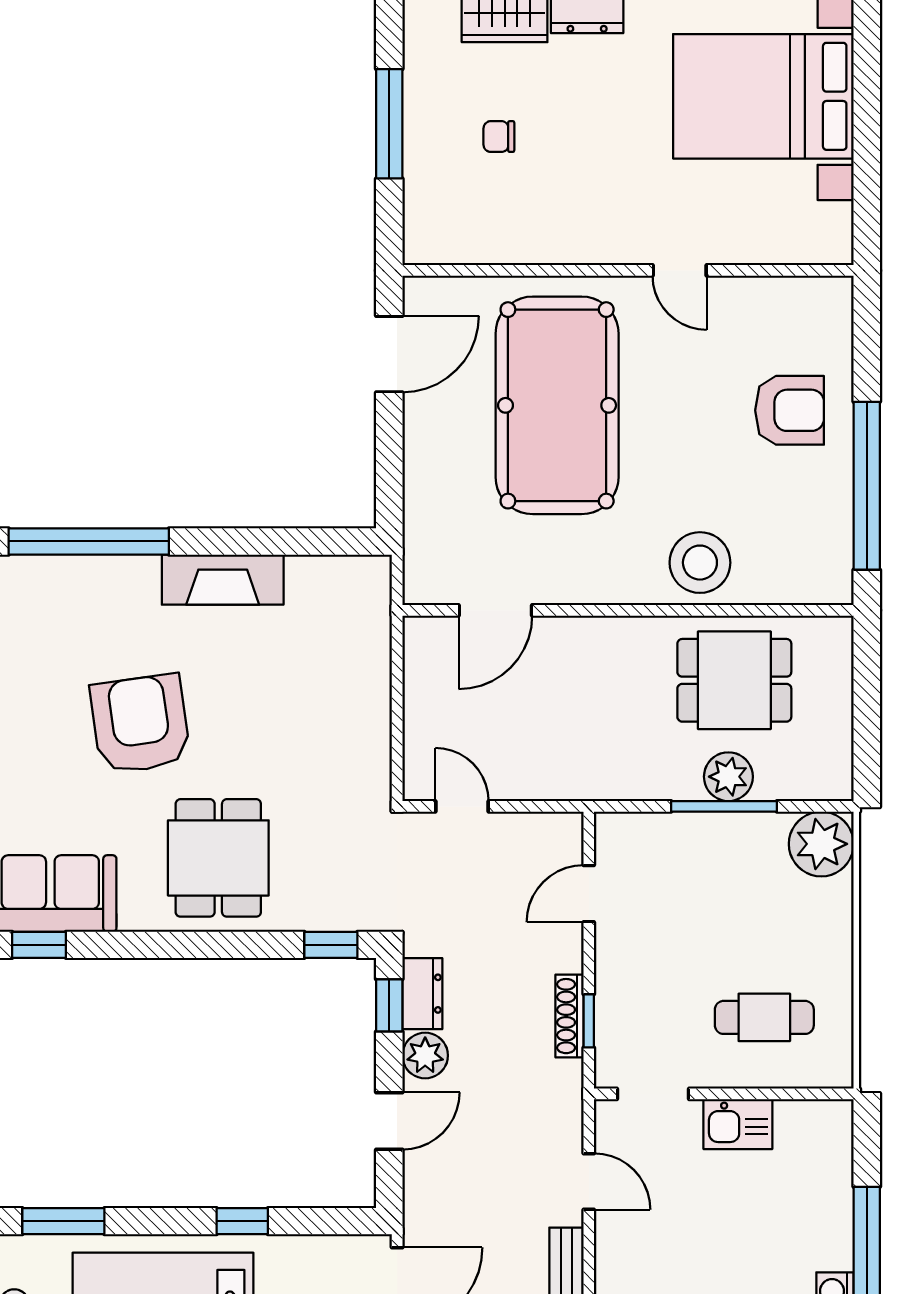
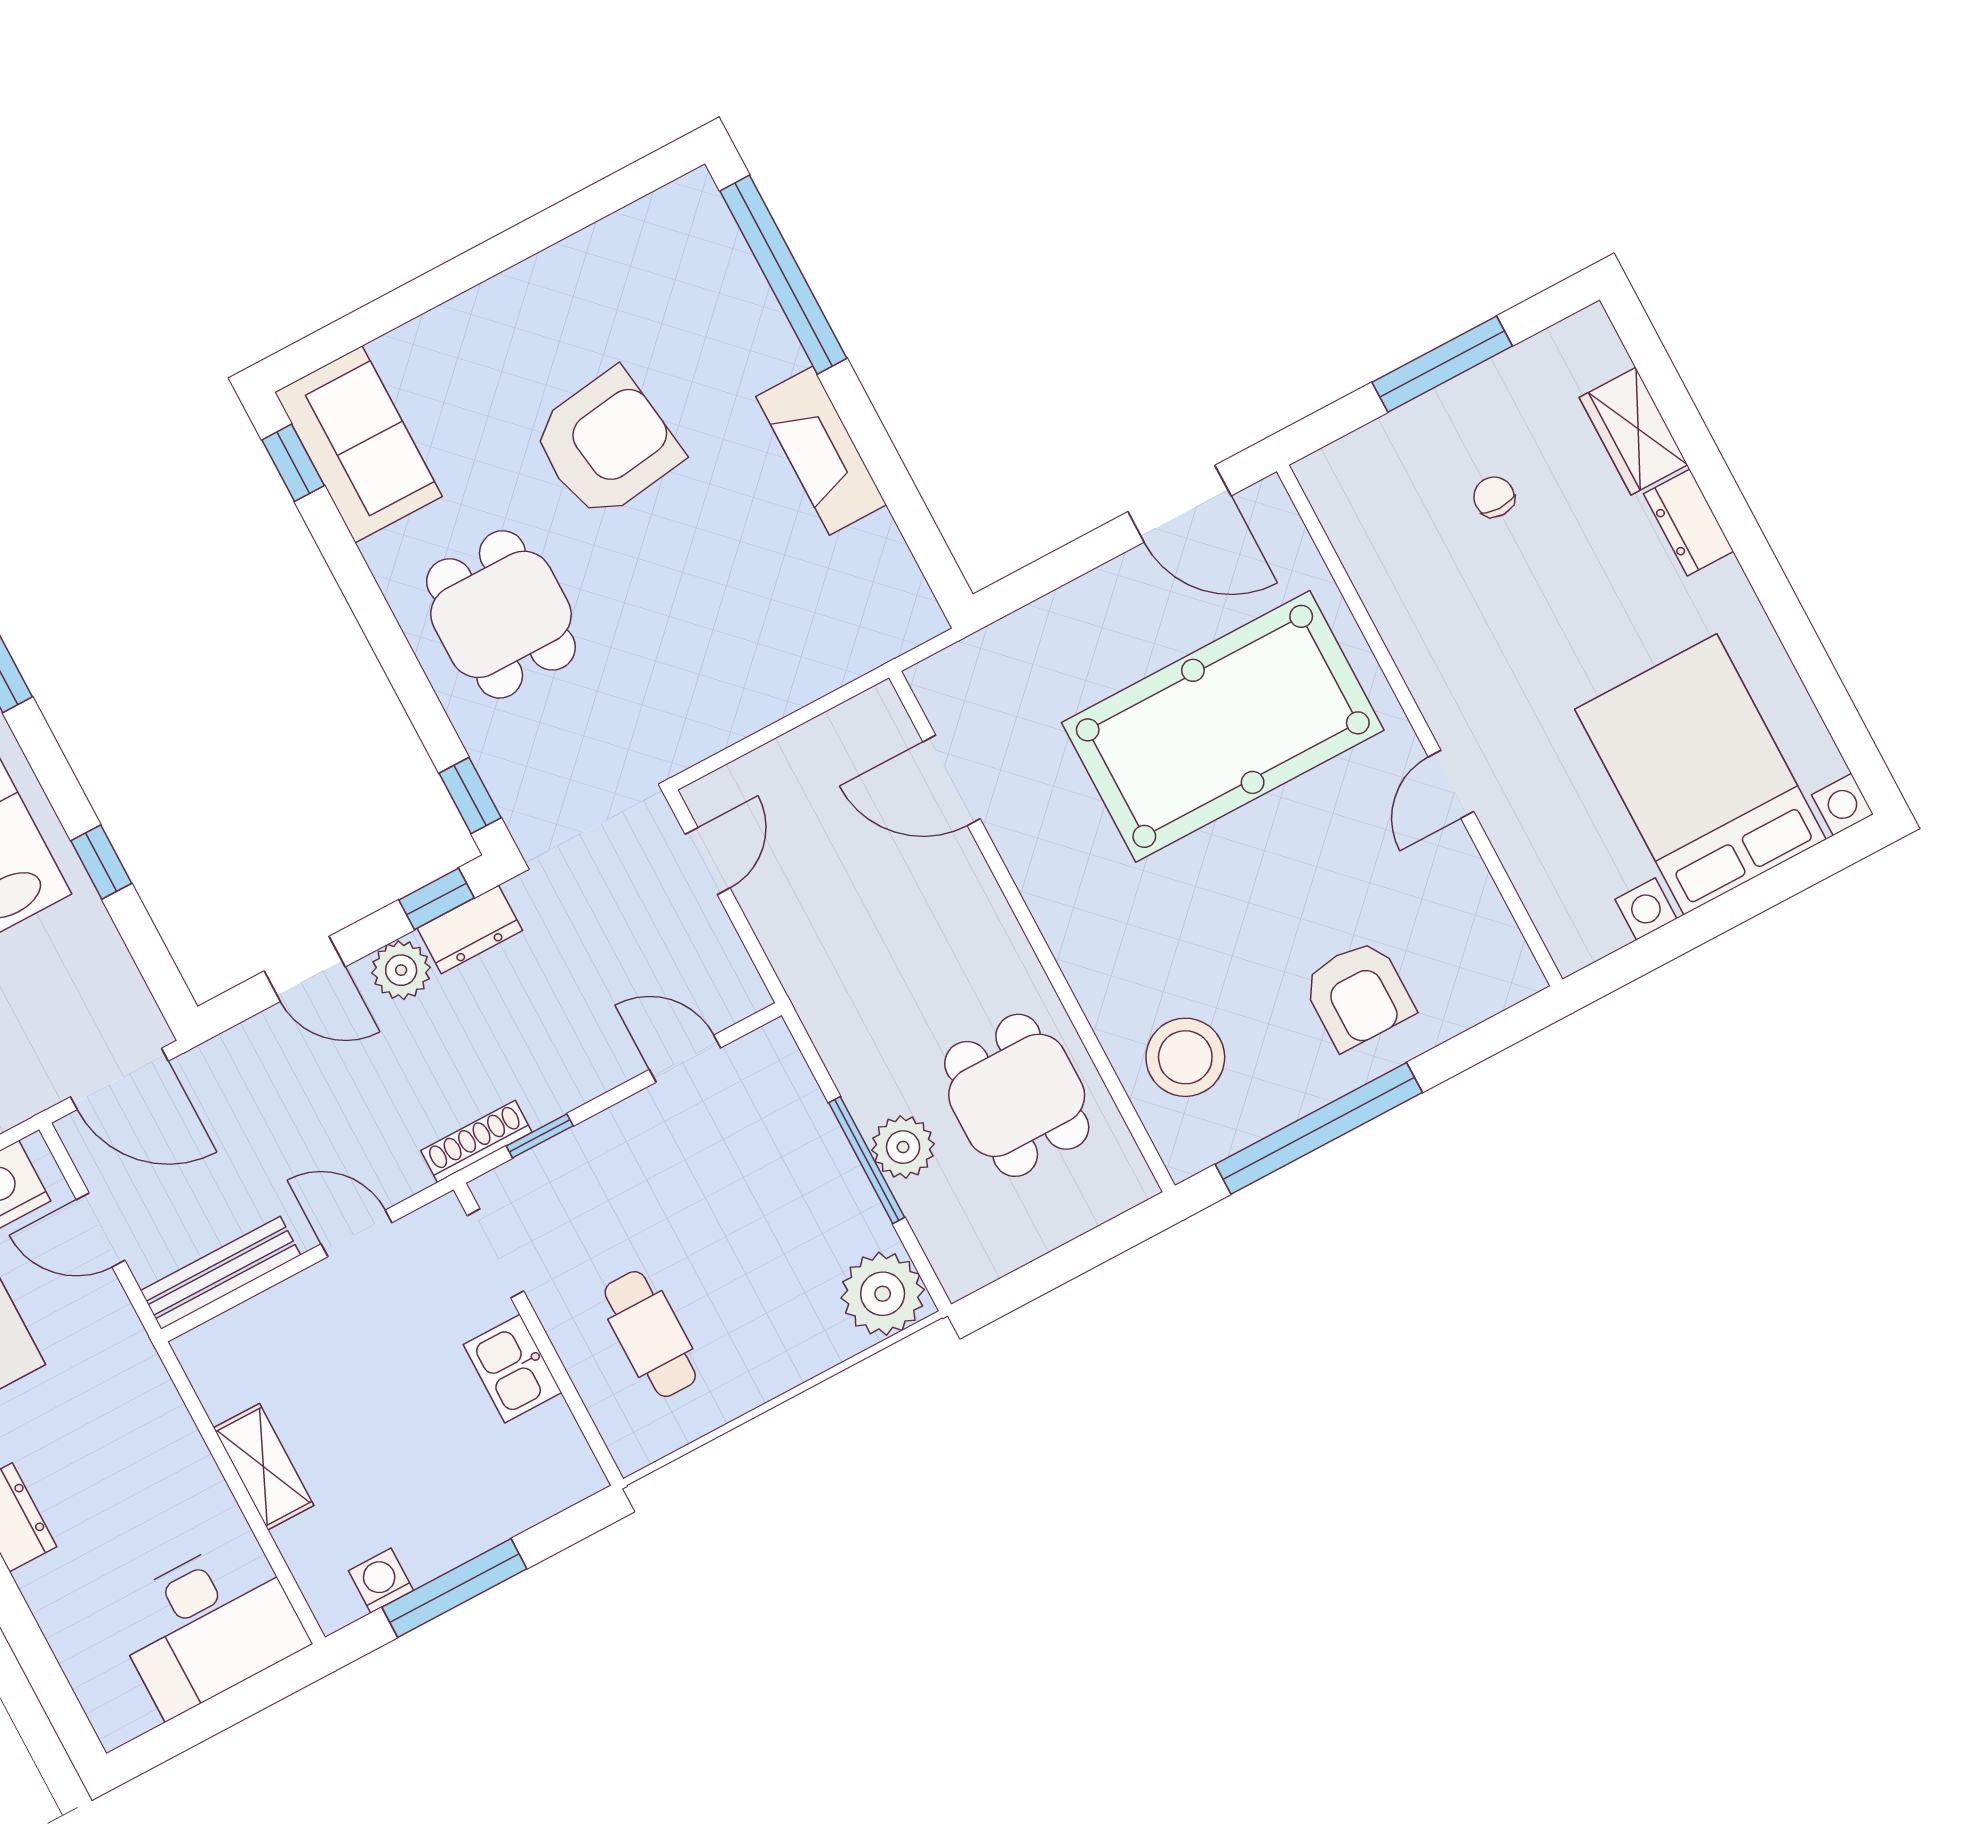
stool: (700, 563) -> (1185, 1057), moved
dining table: (218, 858) -> (501, 614), turned 90
shoe rack: (569, 1016) -> (476, 1141), moved
door: (589, 1182) -> (357, 1233), swing flipped

